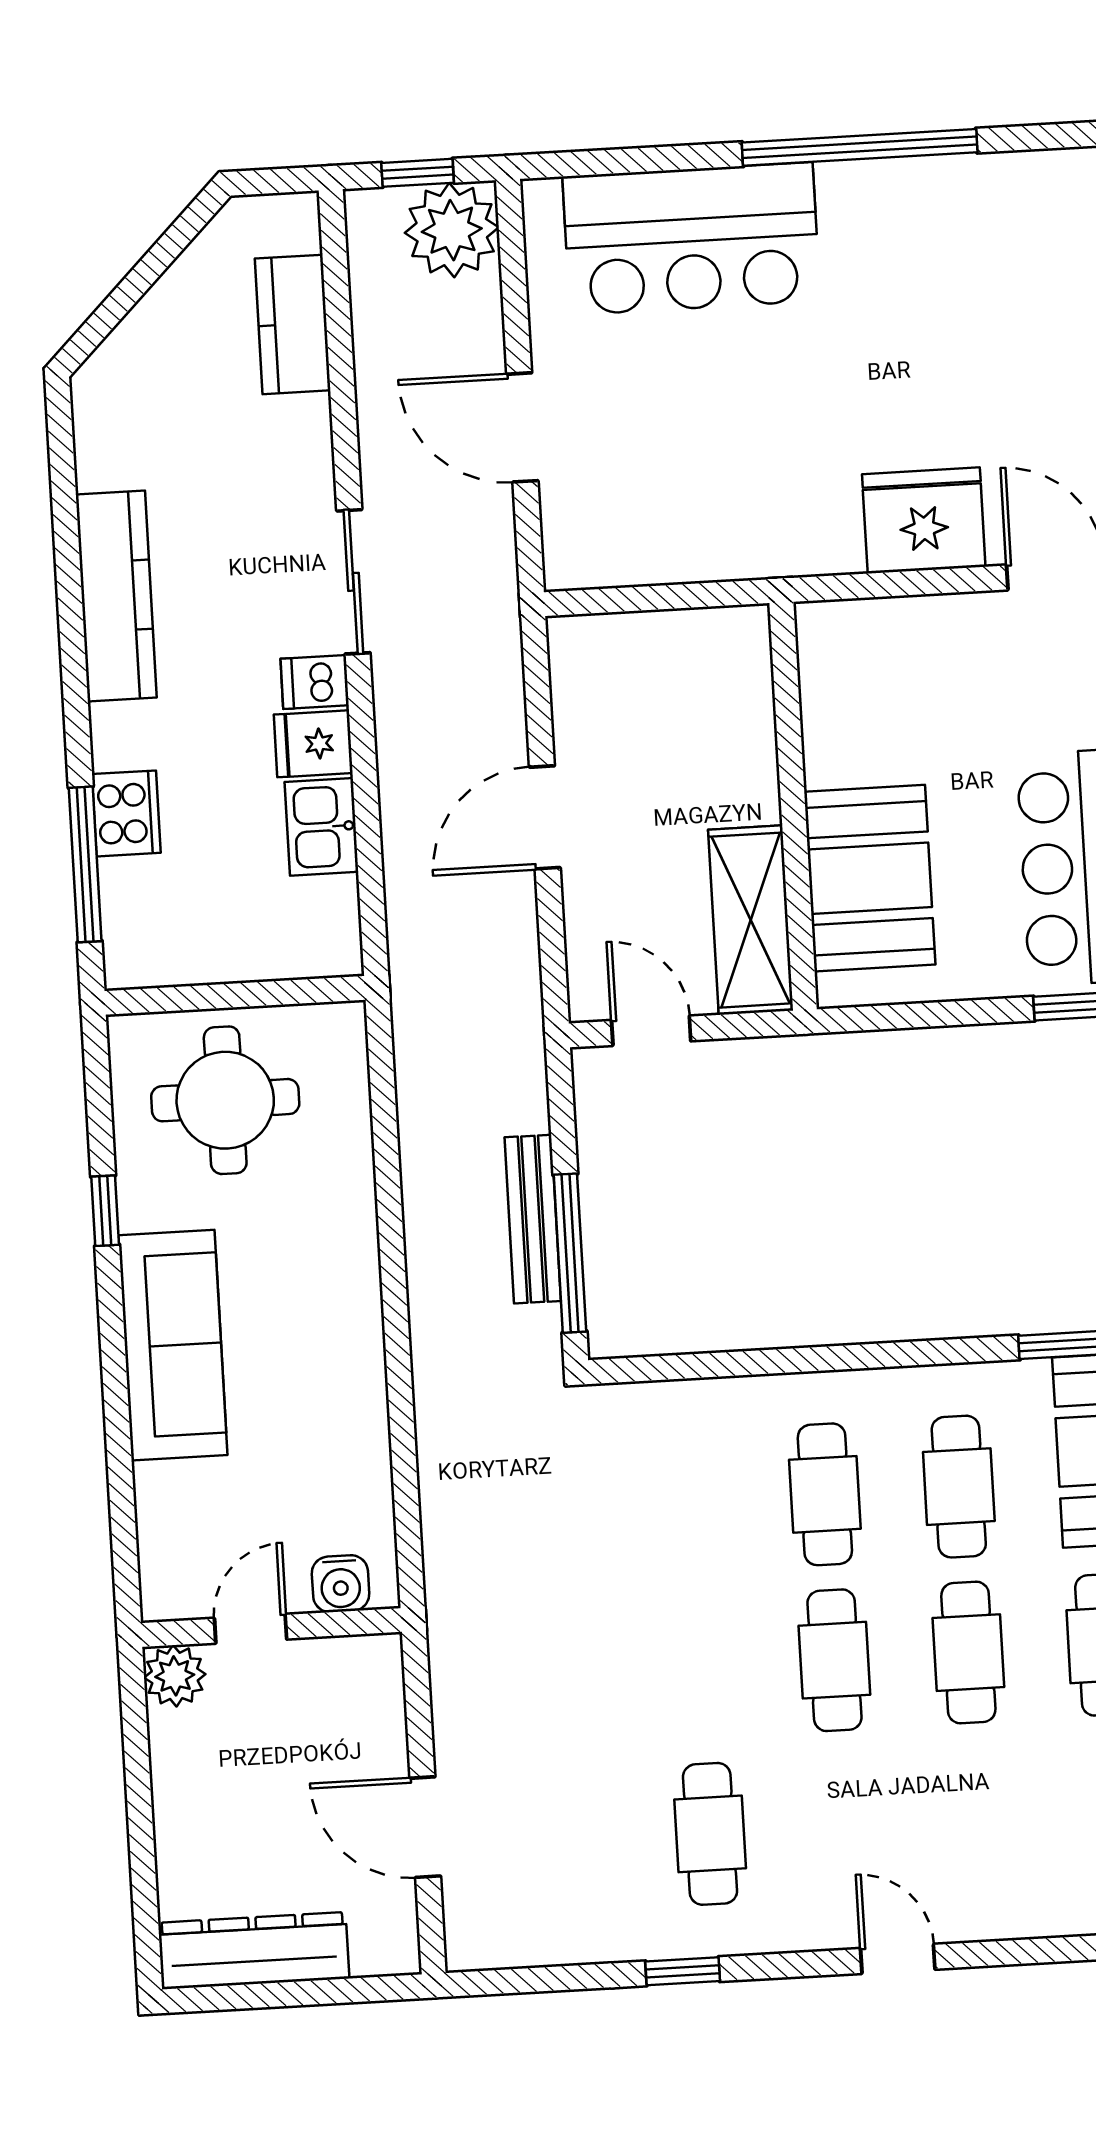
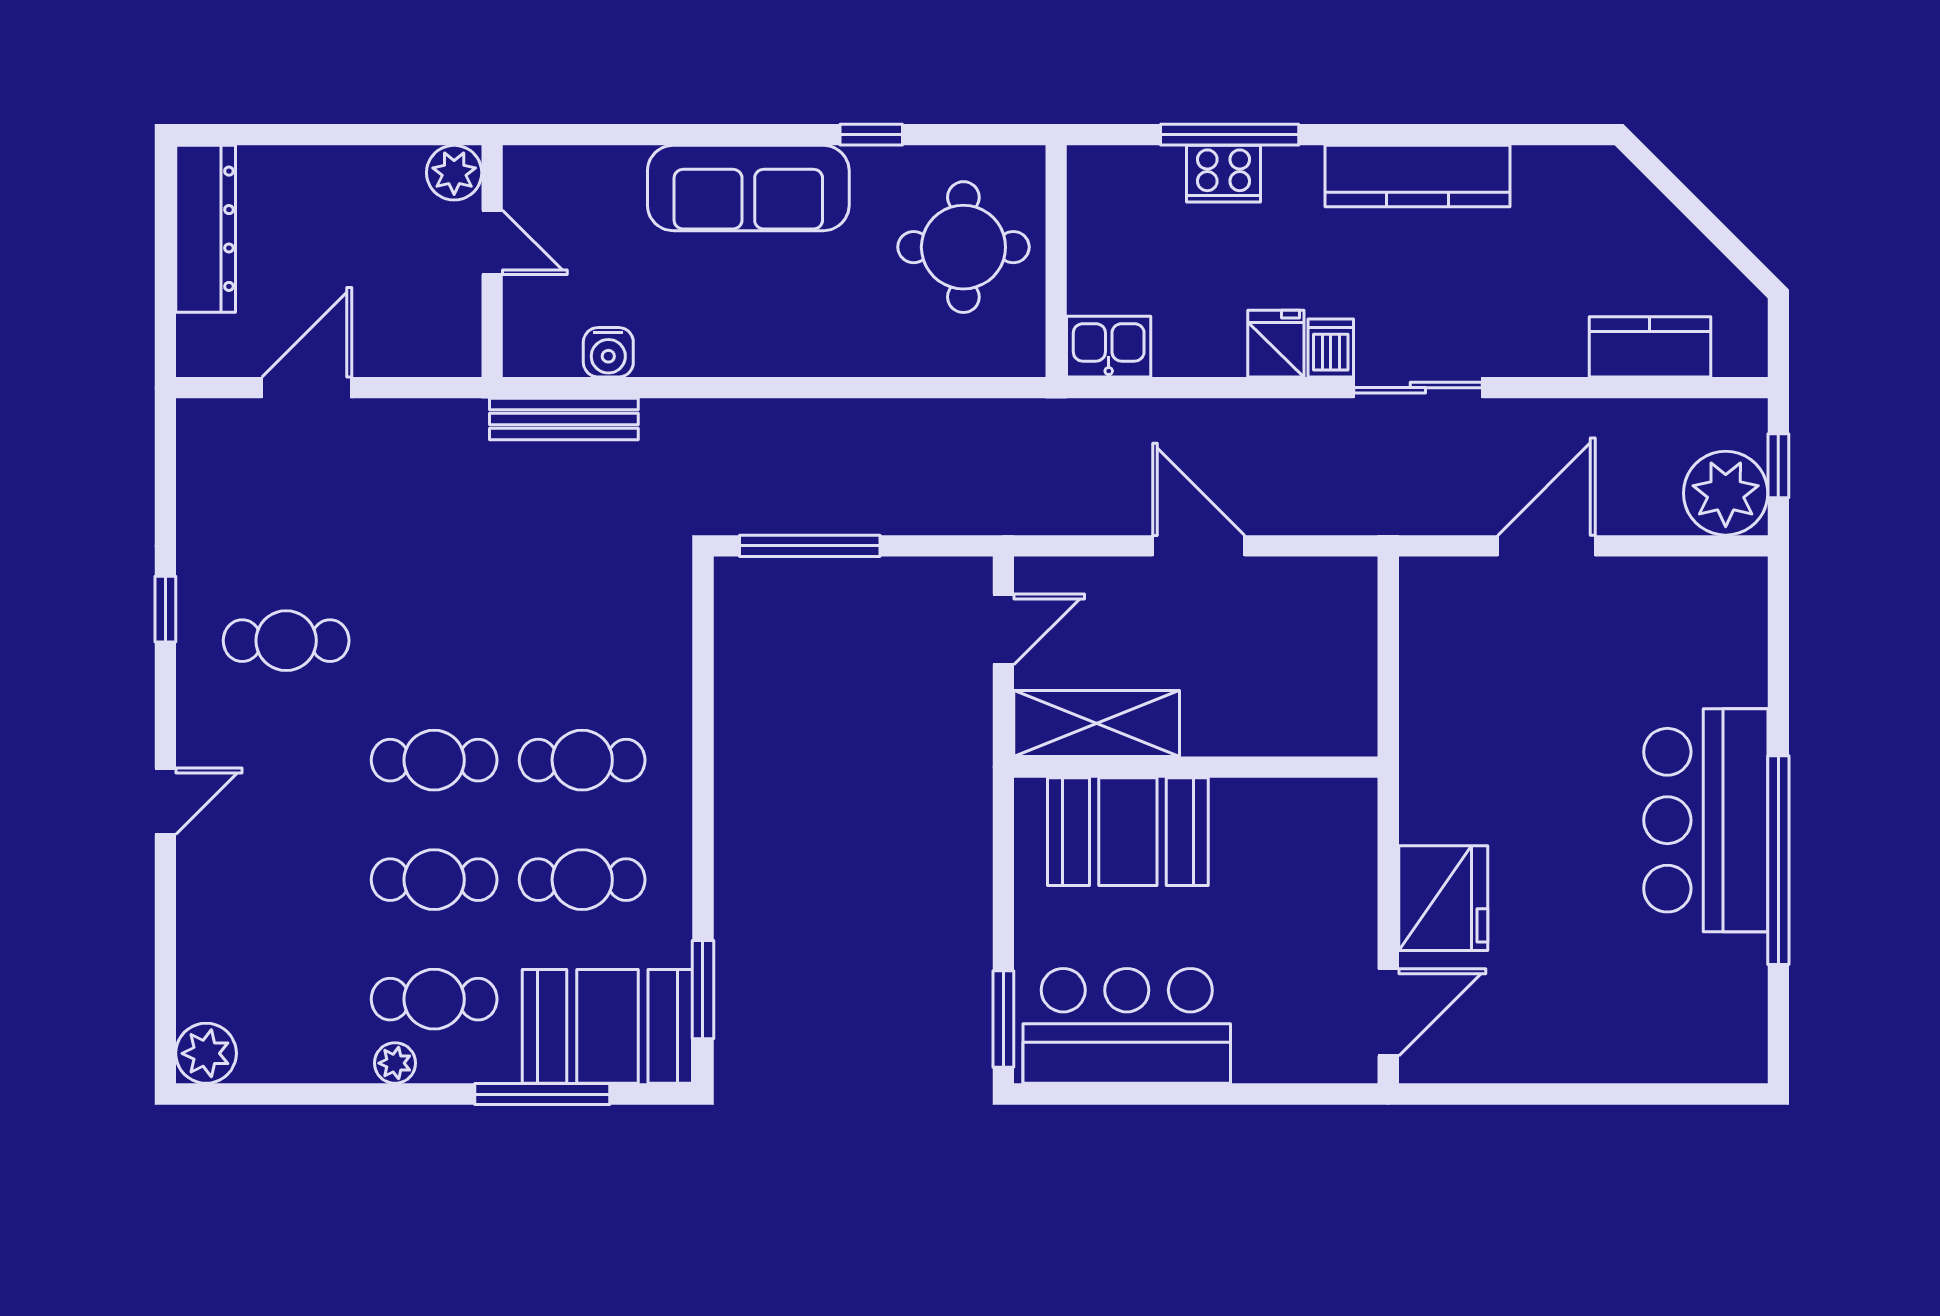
bar counter: (691, 239) -> (1706, 820), moved
kitchen sink: (321, 827) -> (1109, 347), moved
window: (85, 864) -> (1230, 135), moved
bench: (533, 1219) -> (564, 419), moved
water cooler: (341, 1584) -> (608, 352), moved, turned -90

